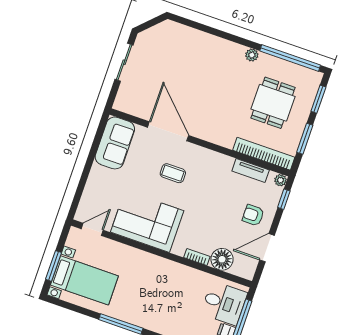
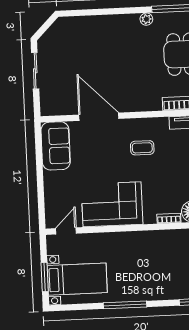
coffee table: (173, 173) -> (142, 148), moved

